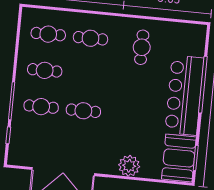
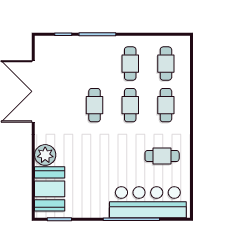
bar counter: (184, 95) -> (148, 202), moved
cafe table: (41, 107) -> (130, 105), moved
booth: (179, 158) -> (50, 189), moved, turned 90

